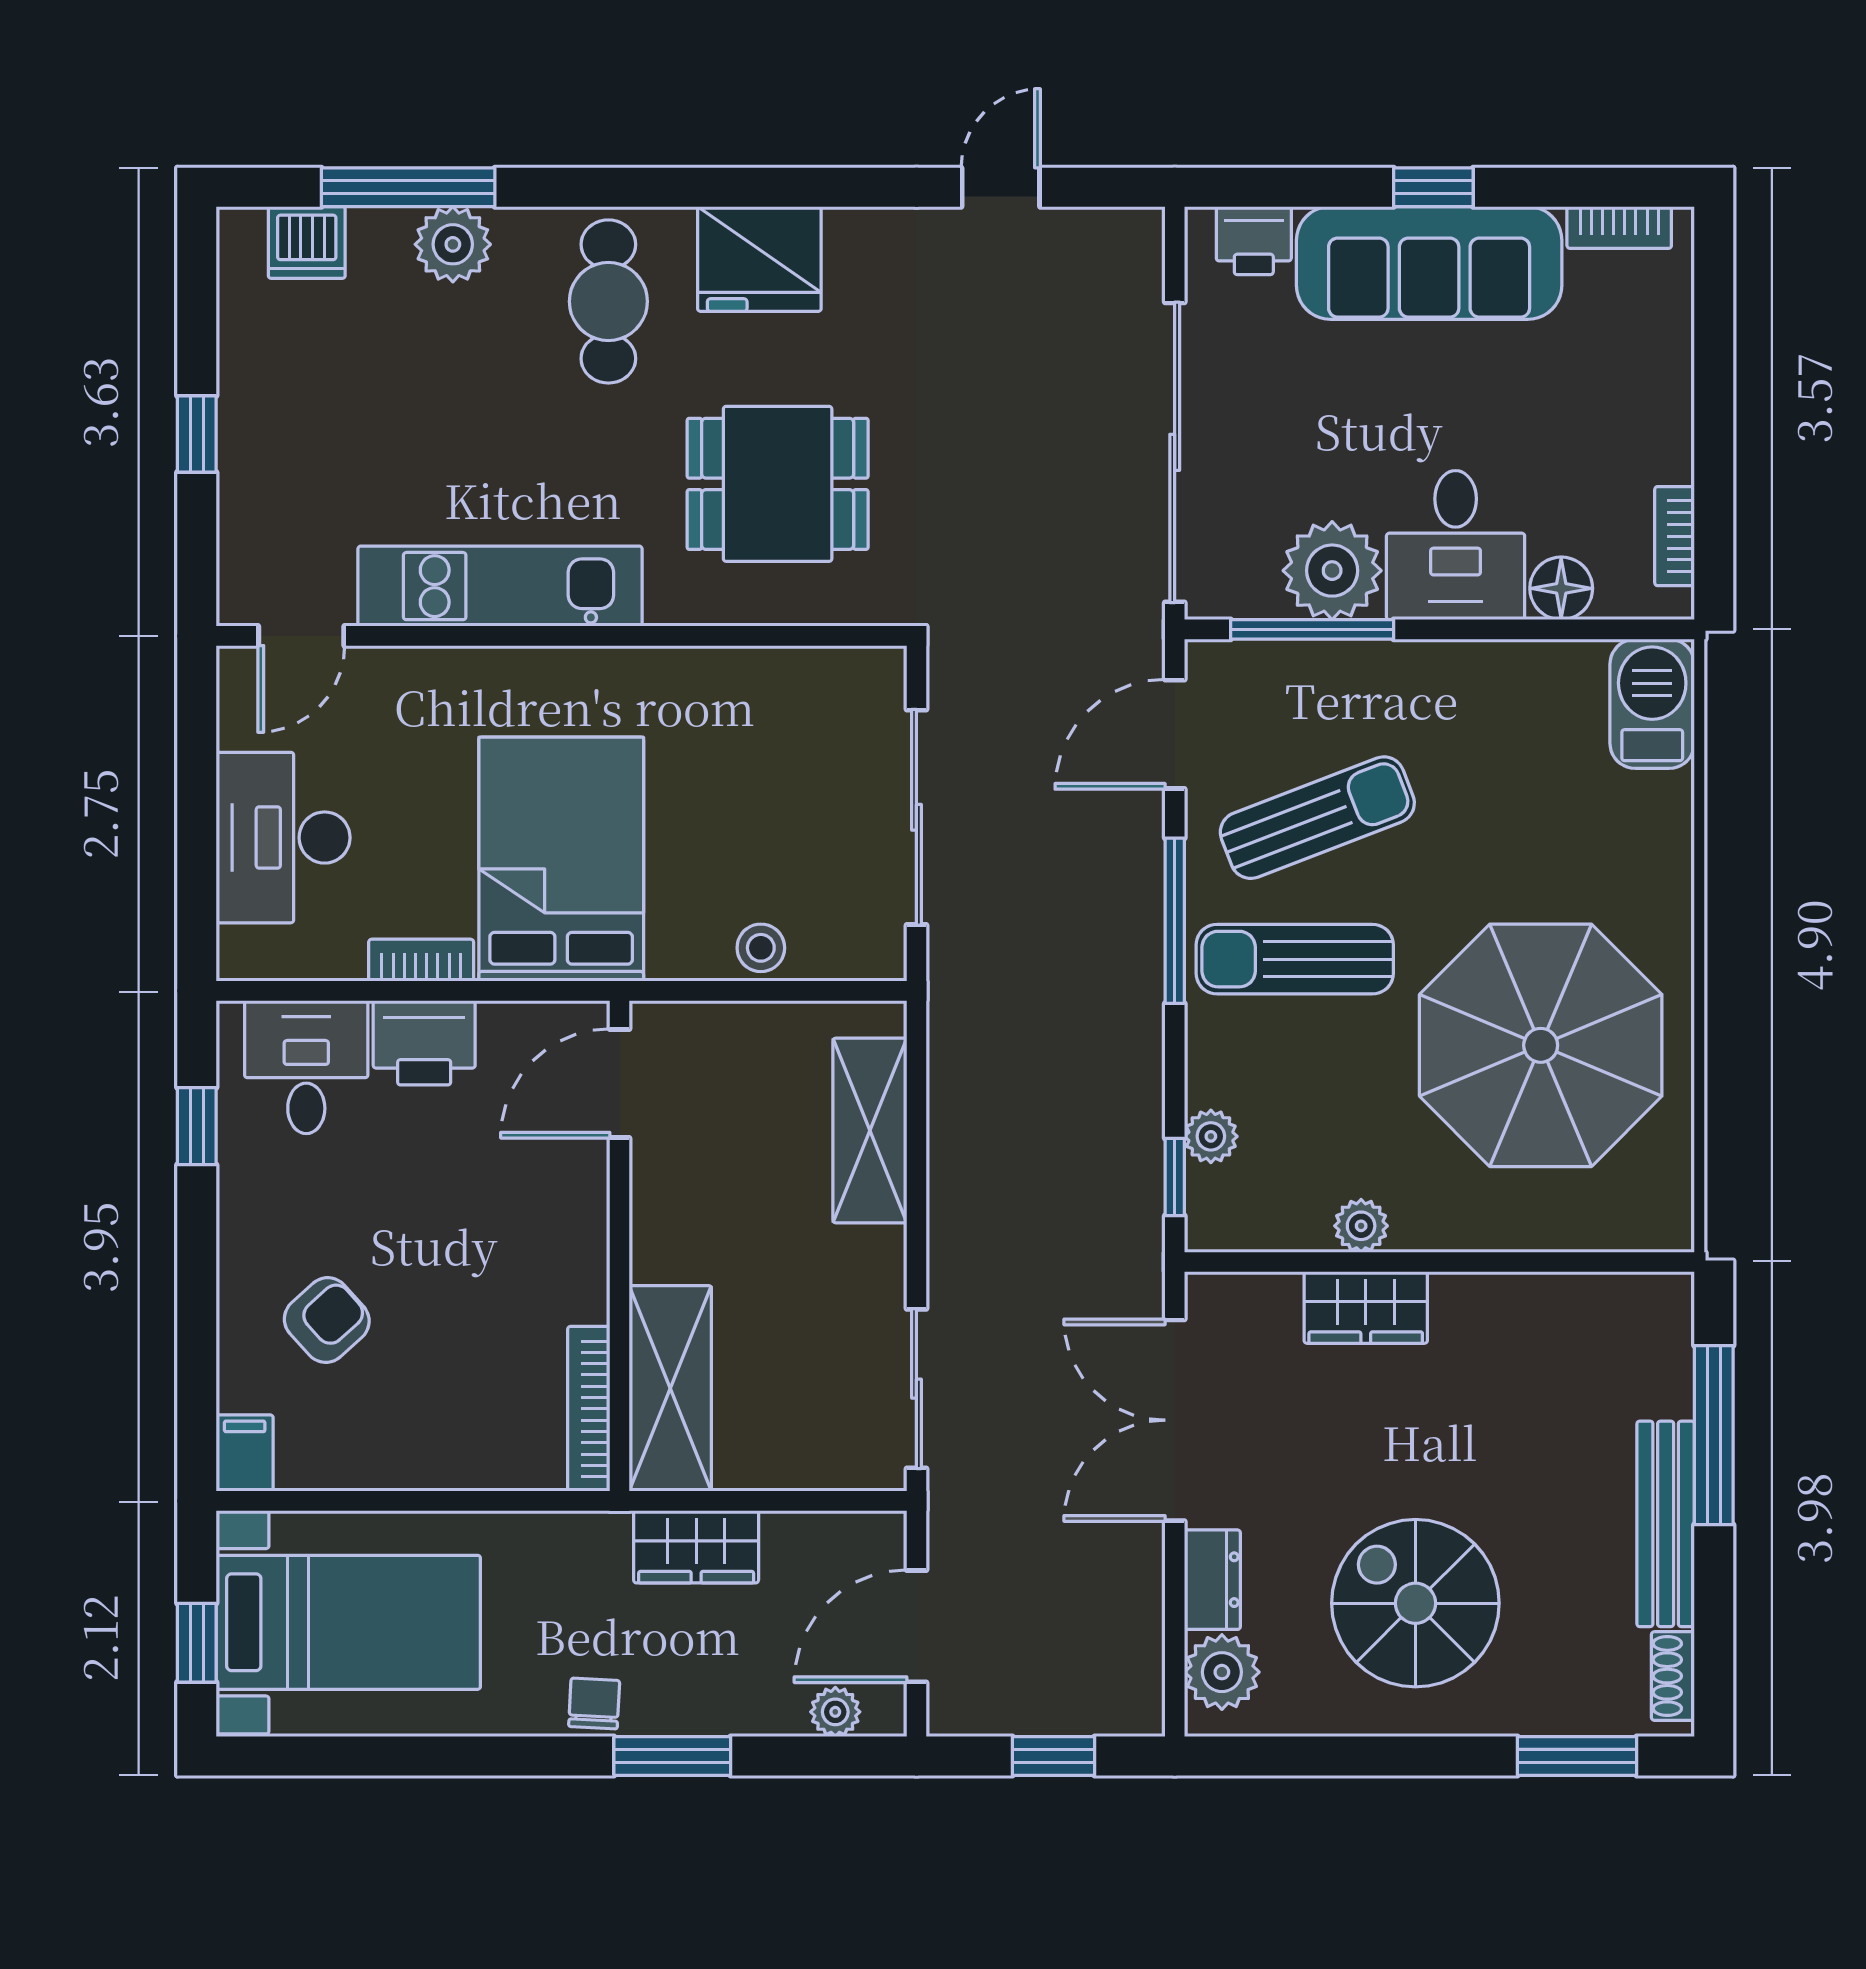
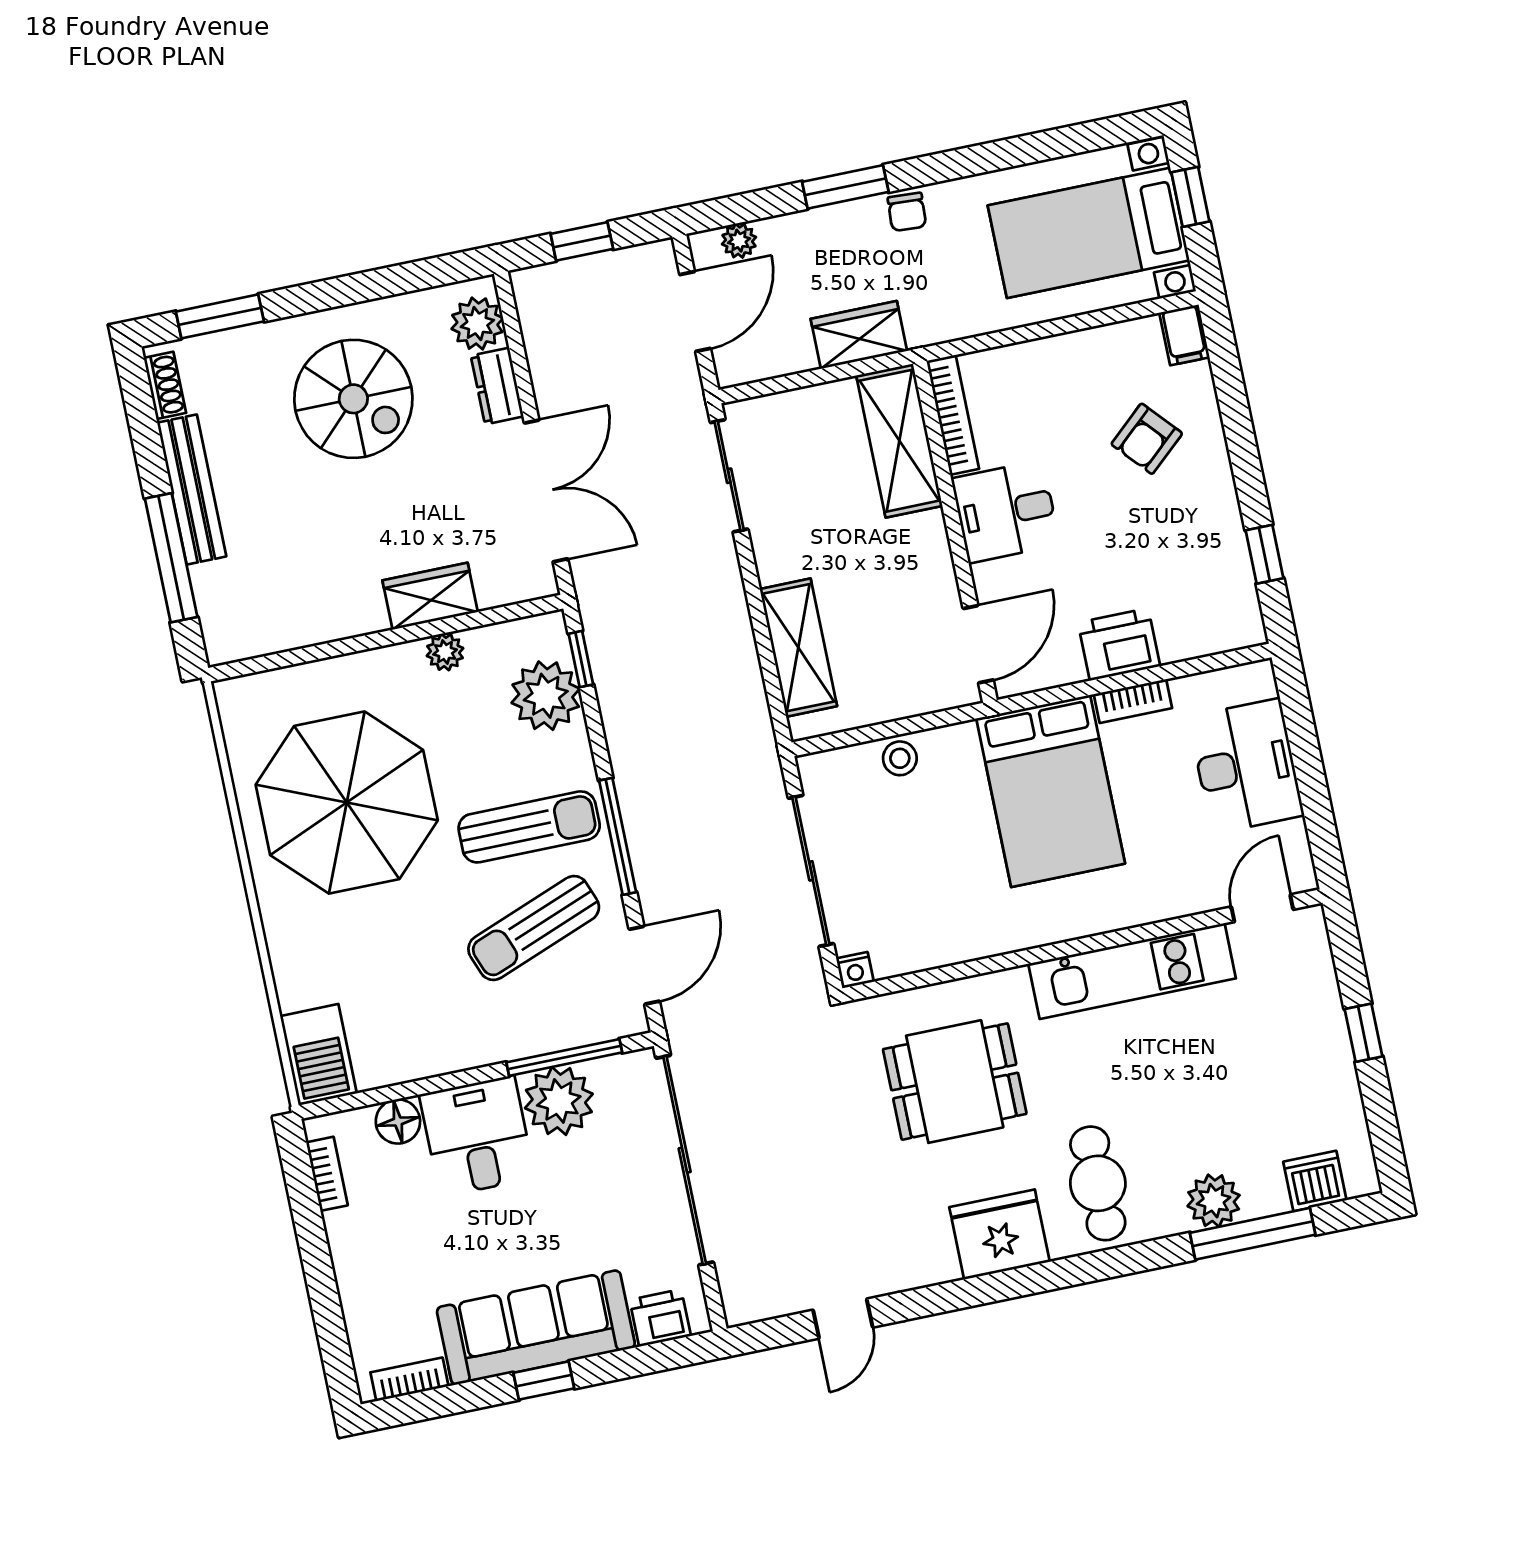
nightstand: (884, 667) -> (855, 970), added
desk: (306, 1067) -> (1006, 512), moved, turned 90
plant: (1211, 1136) -> (546, 696), width x1.88, depth x1.88

